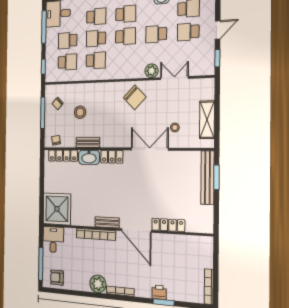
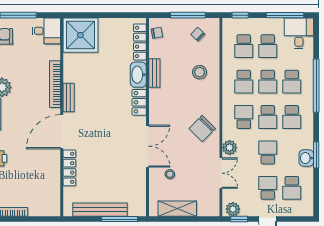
school desk: (96, 38) -> (268, 82), turned 180
school desk: (68, 40) -> (268, 46), turned 180
school desk: (125, 59) -> (244, 117), added
plant: (208, 65) -> (233, 209), added
stool: (80, 112) -> (200, 72), moved
window: (216, 177) -> (120, 219), width x1.44
bench: (207, 178) -> (100, 210), moved

